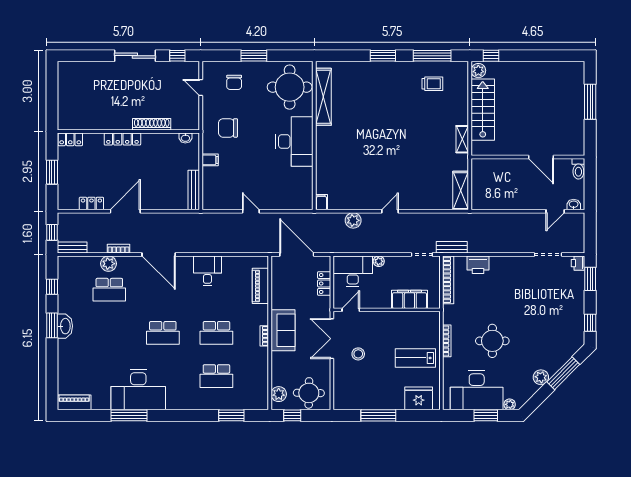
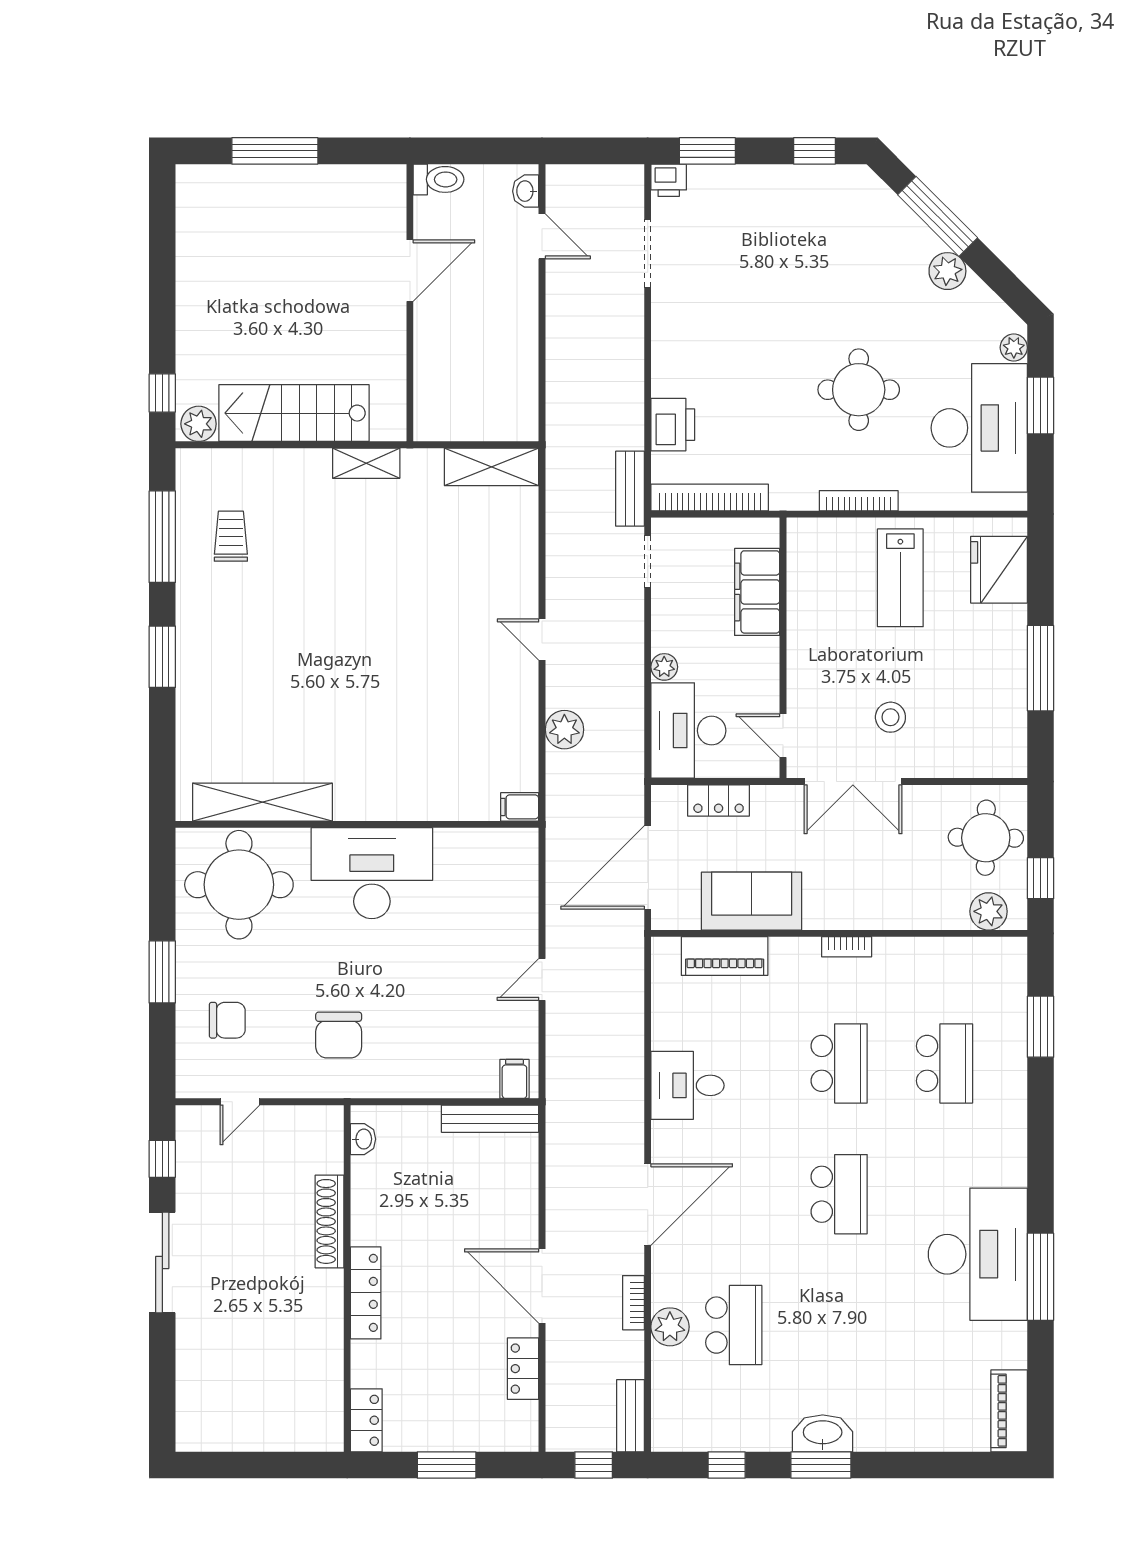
filing cabinet: (210, 160) -> (514, 1079), moved
sofa: (283, 330) -> (752, 901), moved

